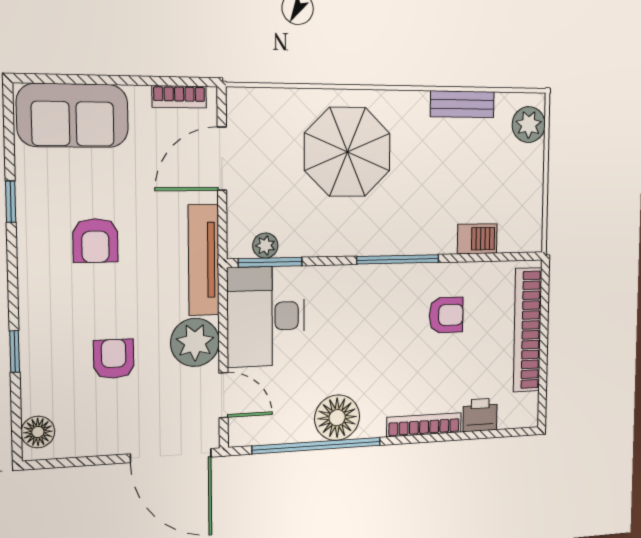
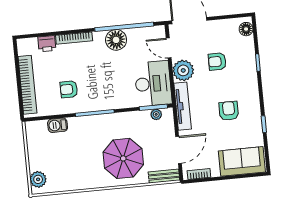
bench: (462, 104) -> (164, 176), moved
armchair: (114, 359) -> (217, 61), turned 90

